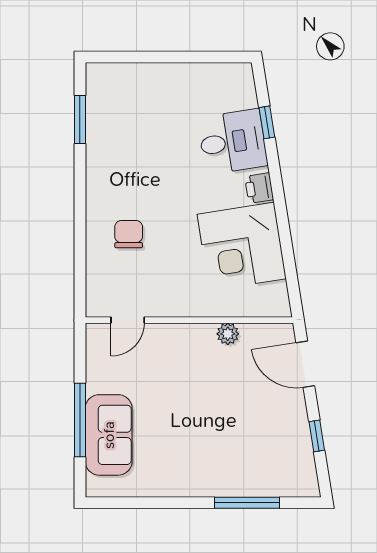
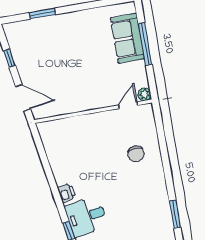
corner desk: (242, 246) -> (71, 158), removed
plant: (228, 334) -> (144, 94), moved
window: (247, 503) -> (42, 14), width x0.69

